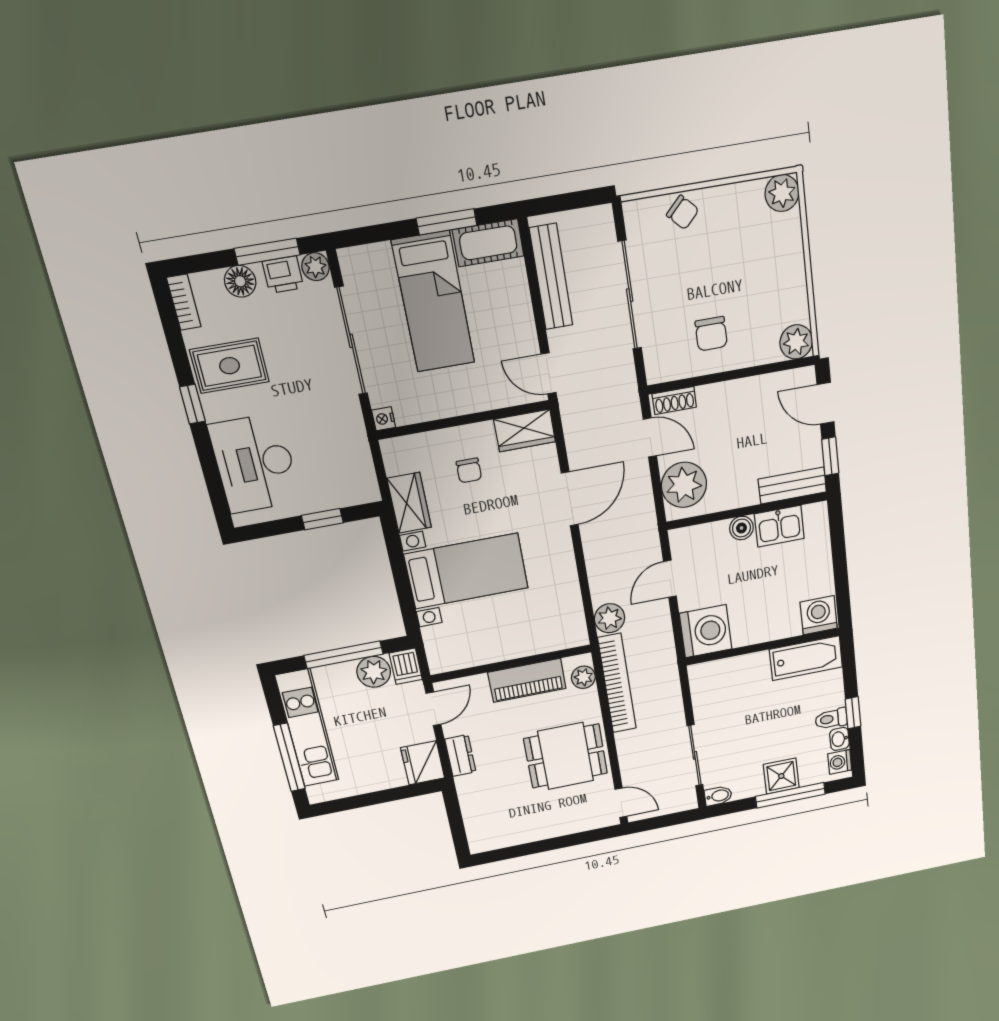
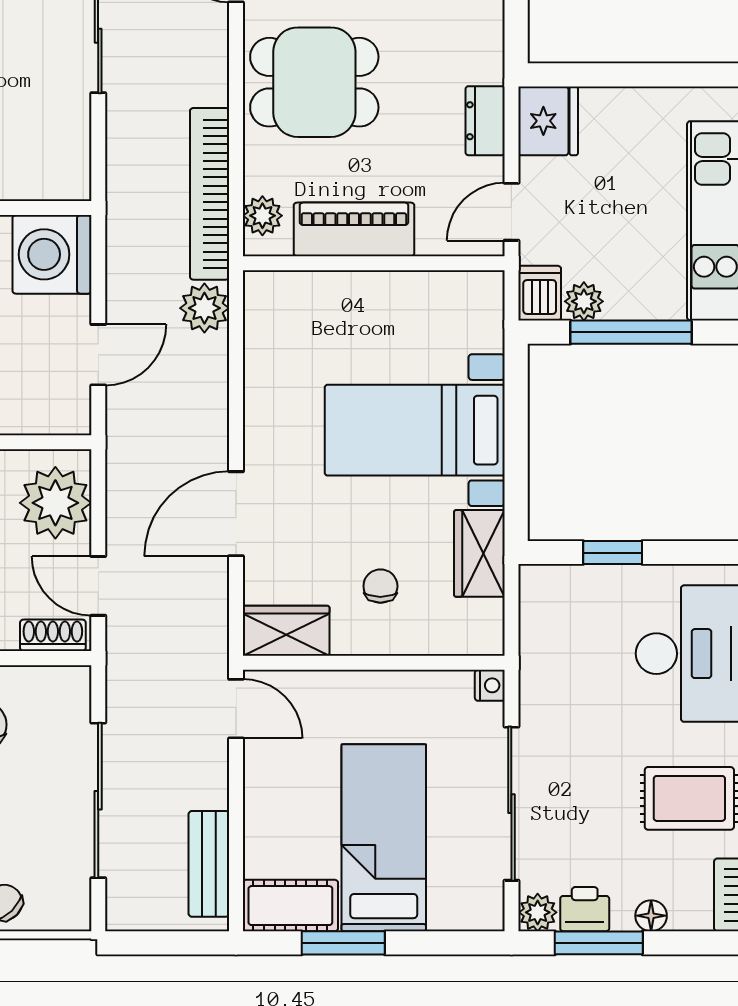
bench: (551, 277) -> (209, 864), width x0.73
floor lamp: (240, 281) -> (651, 916), width x0.73, depth x0.73
plant: (374, 672) -> (584, 301), width x0.73, depth x0.73

